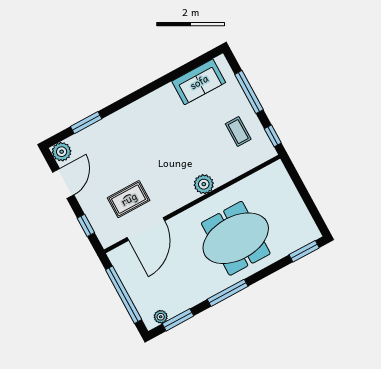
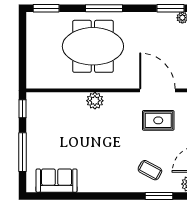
coffee table: (238, 132) -> (150, 170), moved, turned -62
door: (146, 229) -> (157, 90), hinge flipped
window: (228, 293) -> (104, 8), moved

